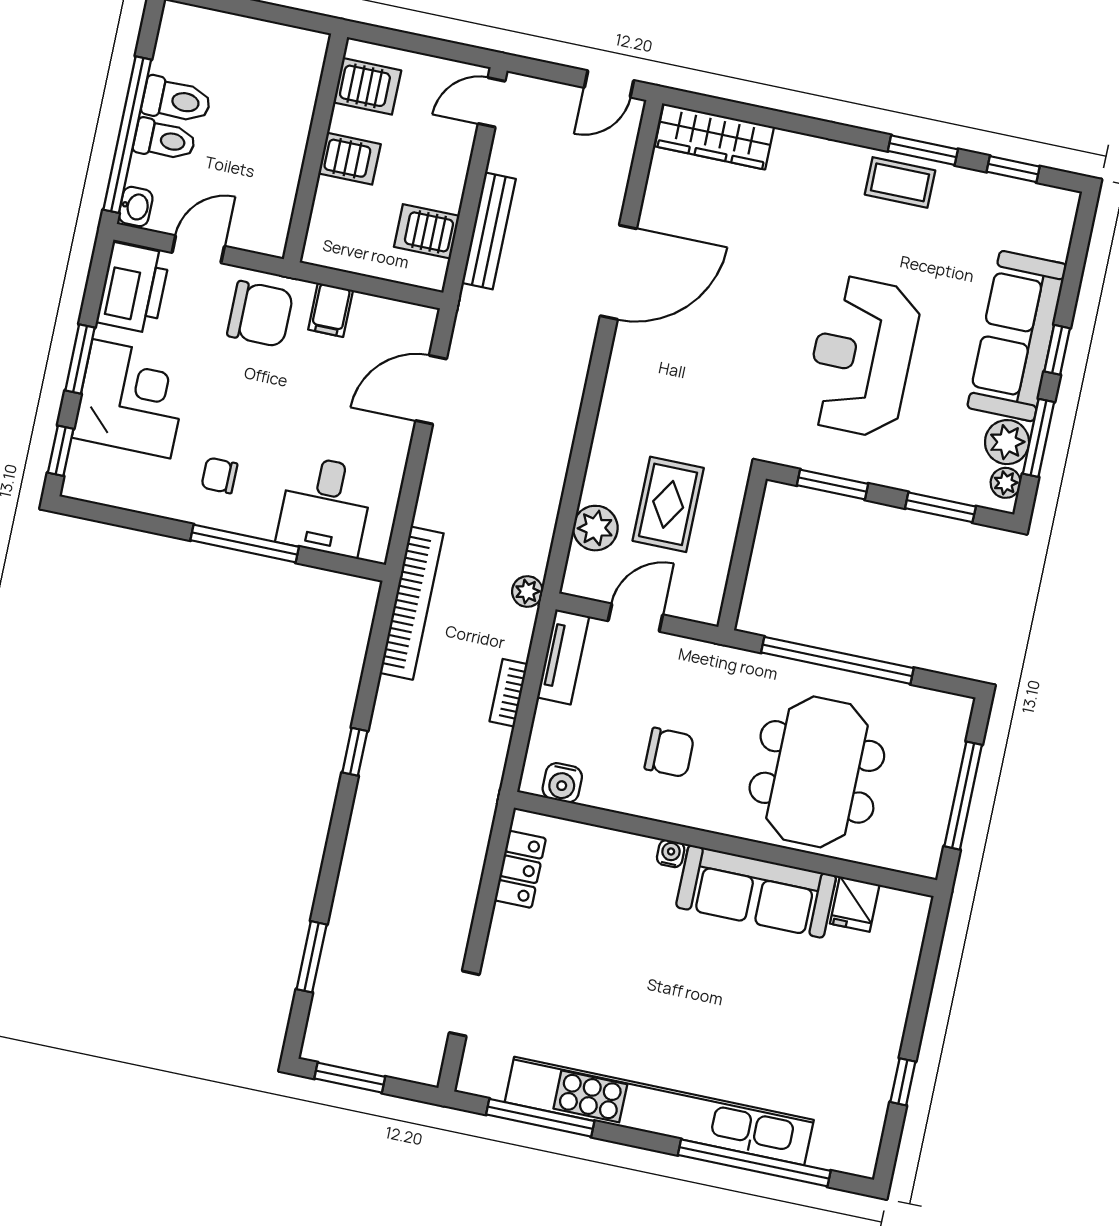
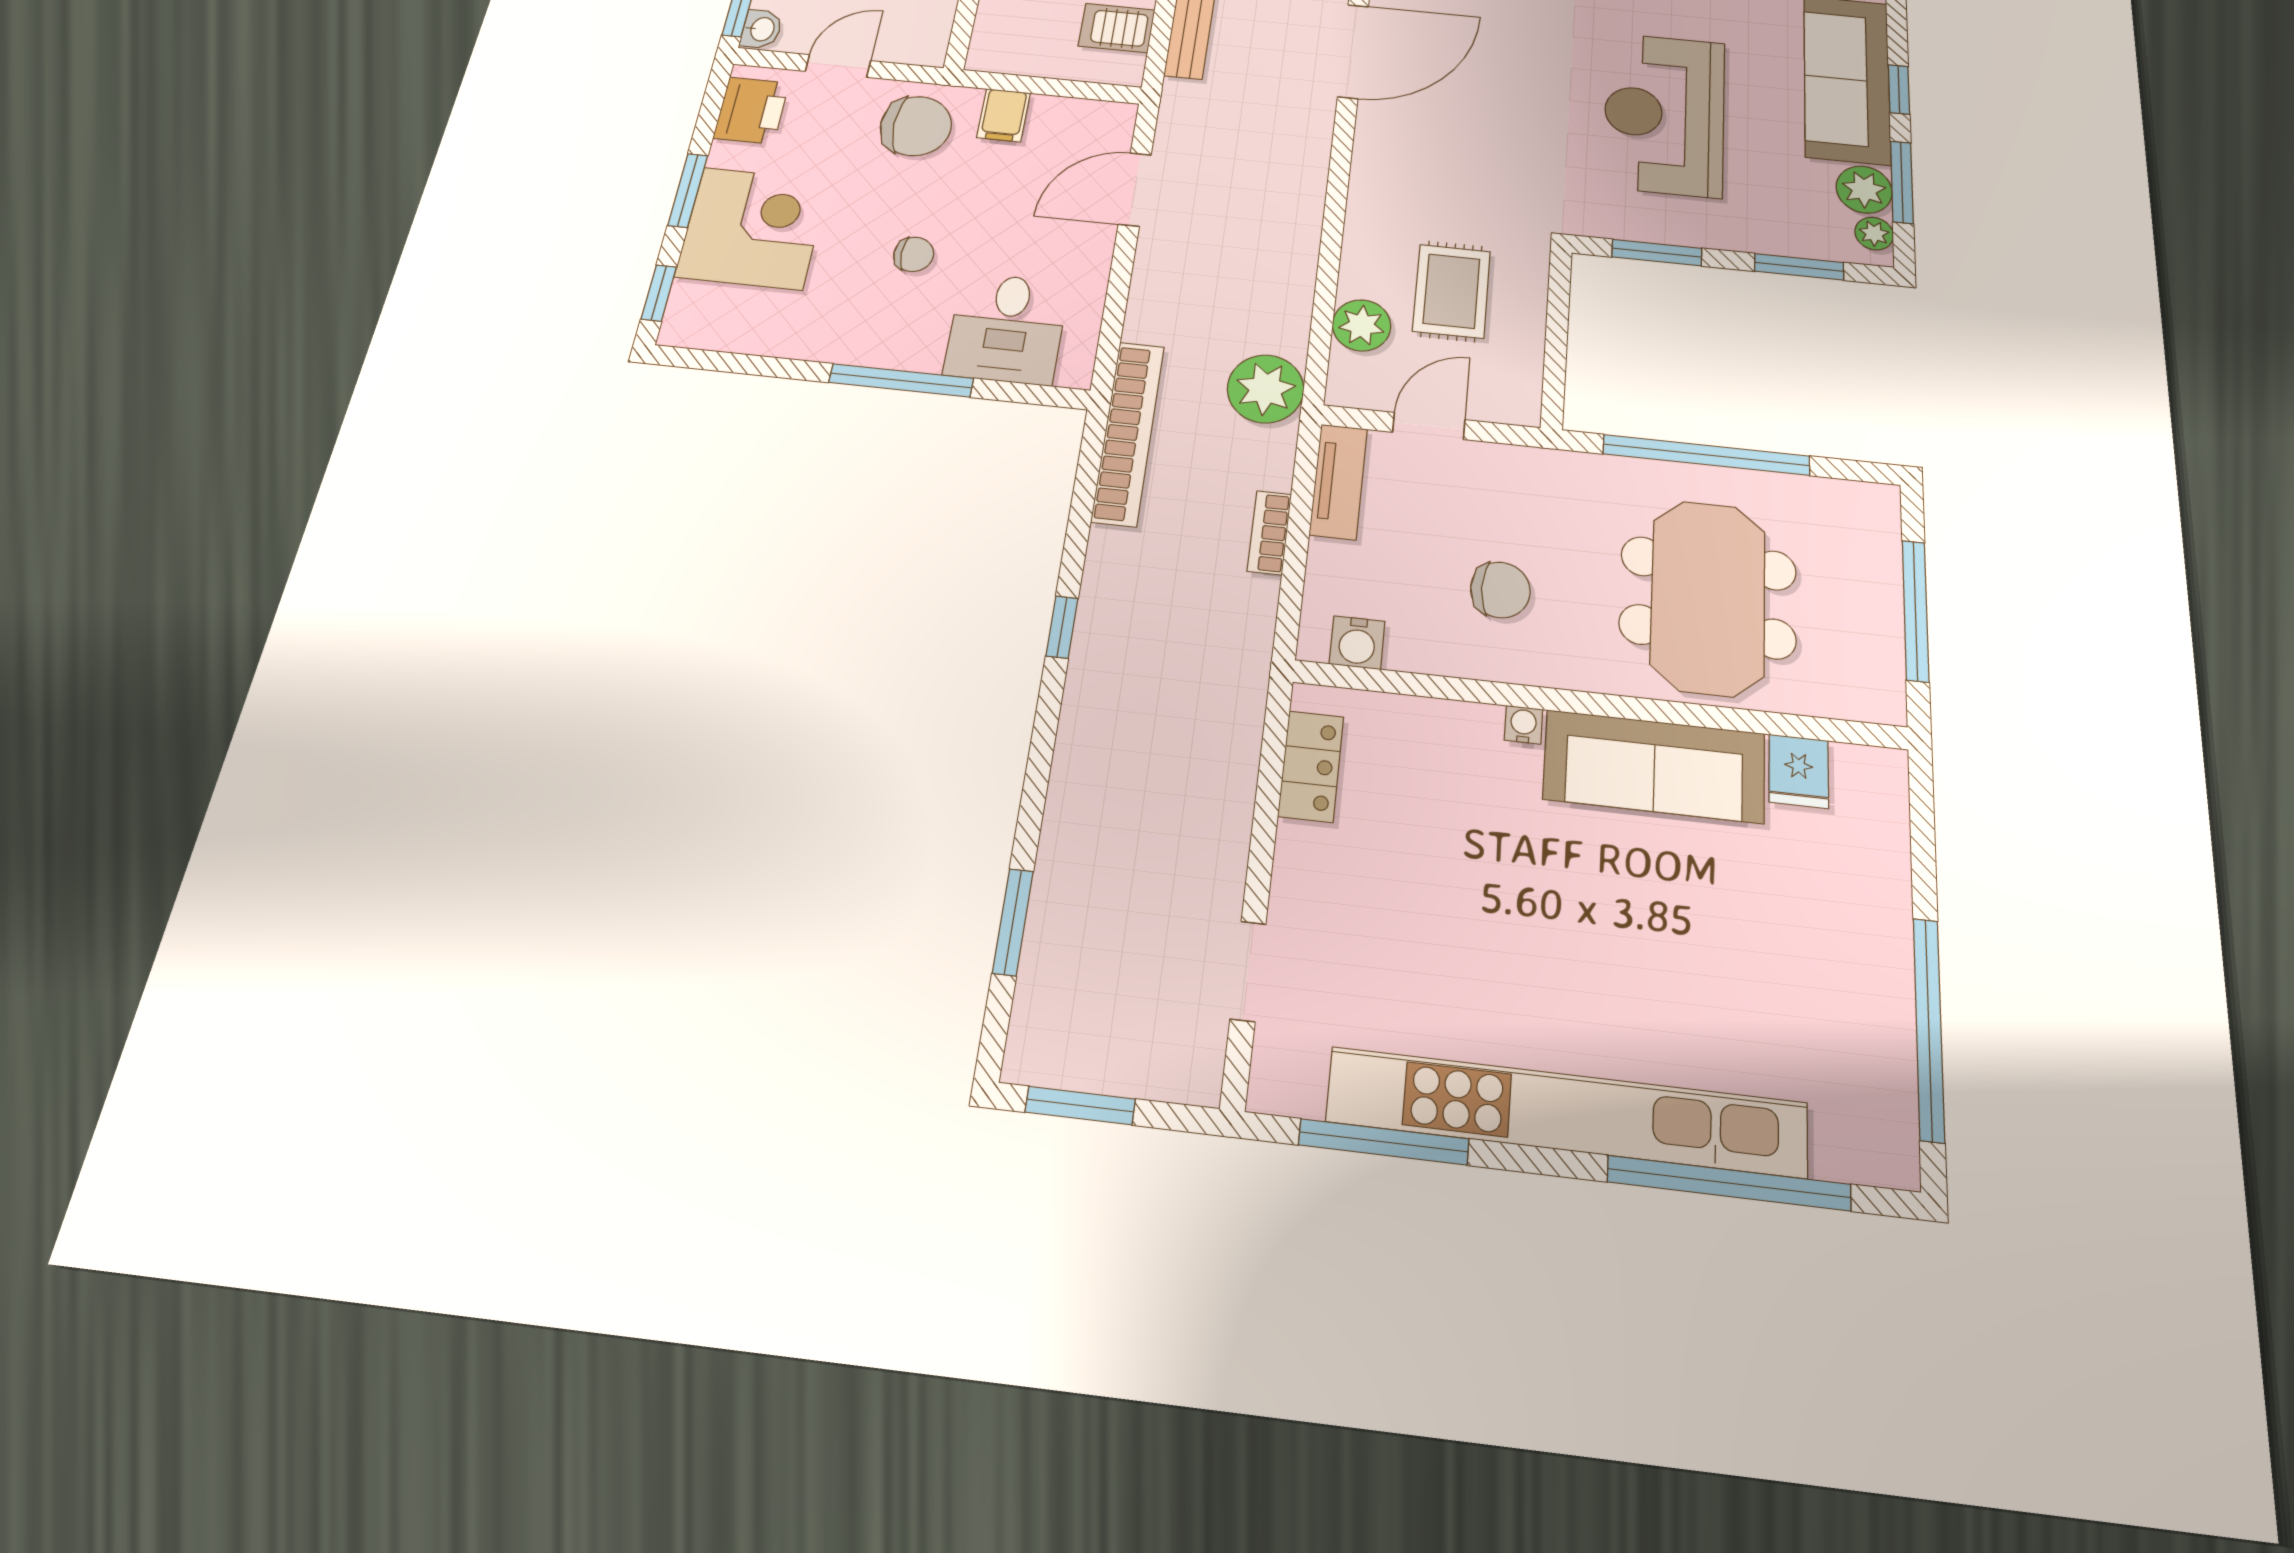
printer: (133, 288) -> (751, 111), width x0.73, depth x0.84
chair: (219, 475) -> (914, 254), moved, turned 180
plant: (527, 591) -> (1266, 389), width x1.88, depth x1.88
window: (903, 1082) -> (1929, 1029), width x3.17

